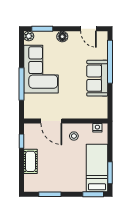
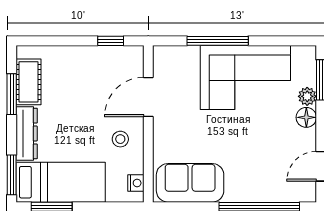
plant: (29, 36) -> (307, 96), moved
sofa: (97, 78) -> (190, 183), moved
cot: (30, 161) -> (28, 82), moved, turned 90
dresser: (71, 186) -> (27, 133), added

